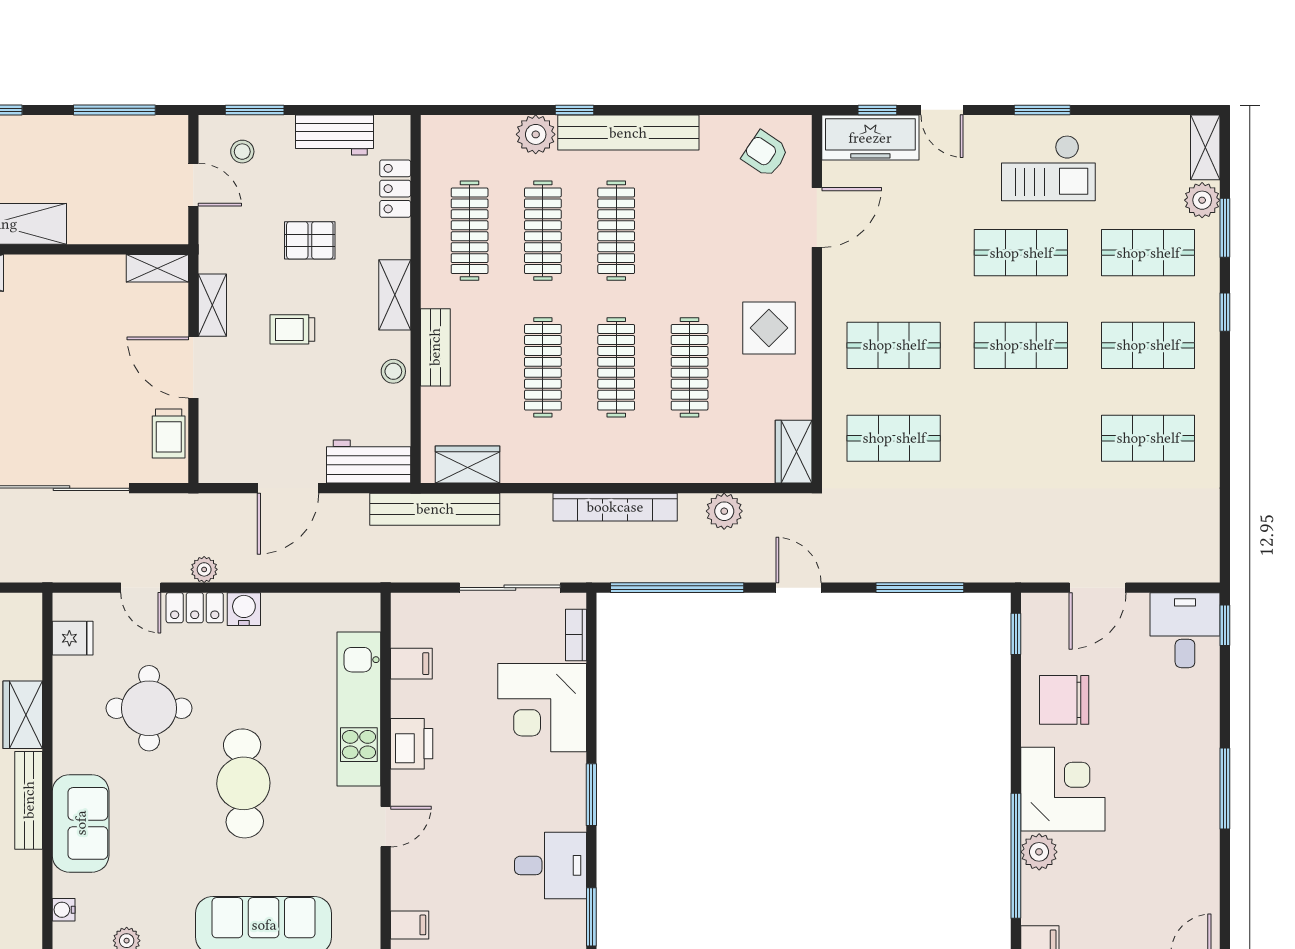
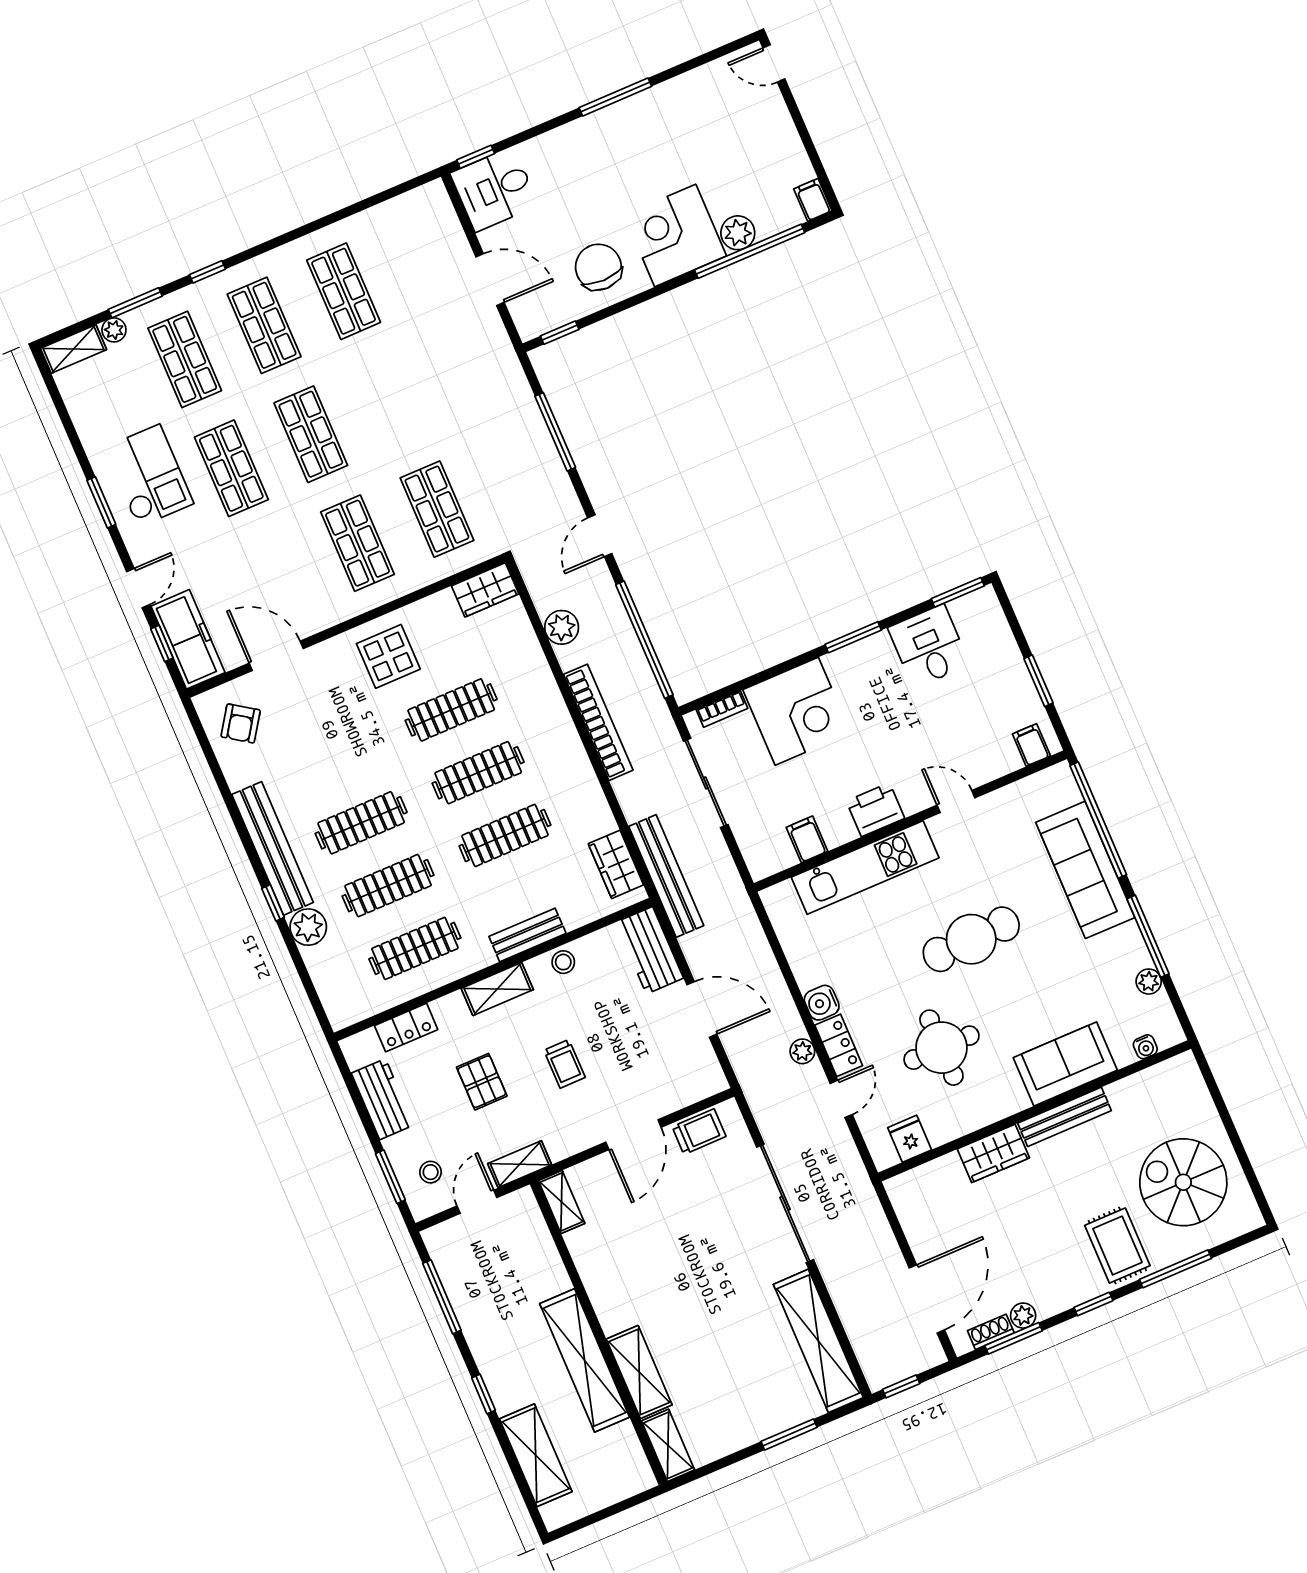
plant: (1202, 200) -> (114, 330), width x0.73, depth x0.73
shelving: (212, 305) -> (520, 1164), moved
chair: (1064, 700) -> (598, 267), turned 180

